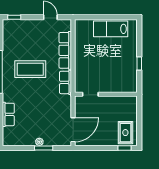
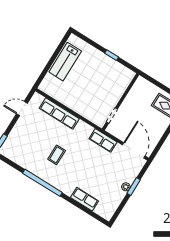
coffee table: (30, 69) -> (57, 155), width x0.54, depth x0.58
row of seats: (66, 82) -> (103, 140), moved

